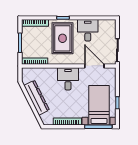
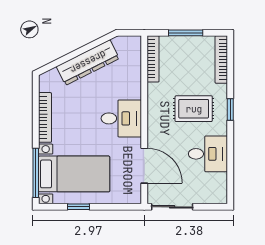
rug: (62, 38) -> (194, 109), width x0.73, depth x0.70
door: (94, 66) -> (144, 166), hinge flipped

